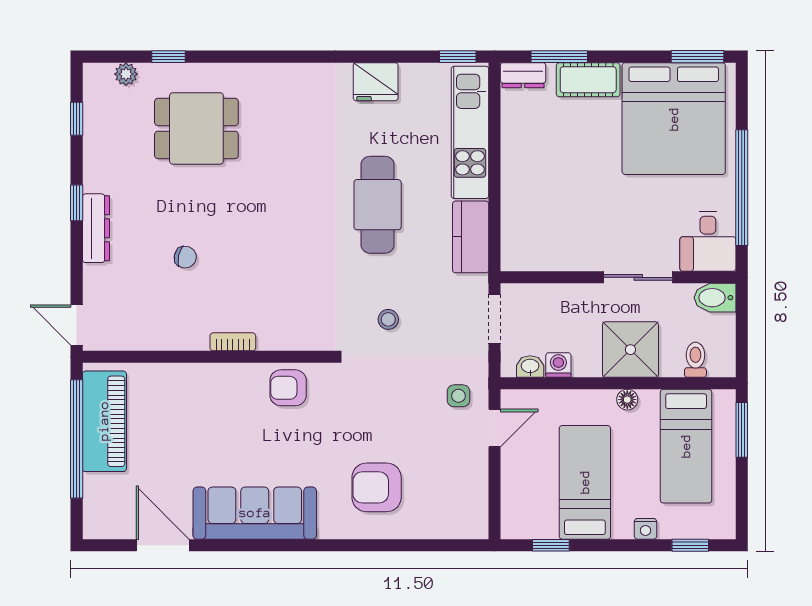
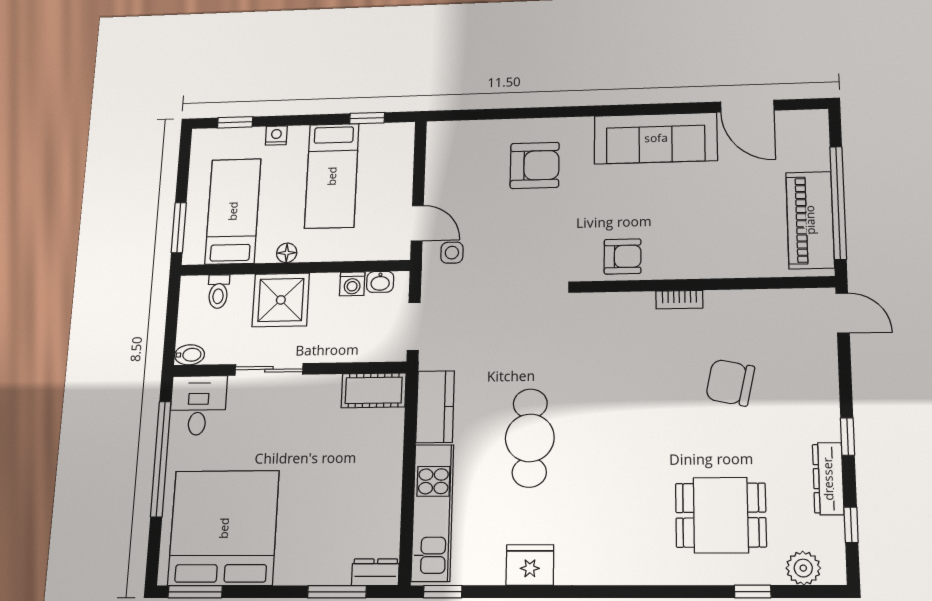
plant: (126, 74) -> (803, 568), width x1.38, depth x1.38
cot: (588, 80) -> (374, 390), moved
dresser: (96, 228) -> (828, 479), moved
chair: (185, 257) -> (730, 383), width x1.87, depth x1.87
bidet: (715, 298) -> (189, 355), width x0.72, depth x0.74
stool: (388, 319) -> (521, 324), removed
door: (495, 428) -> (417, 223), swing flipped

